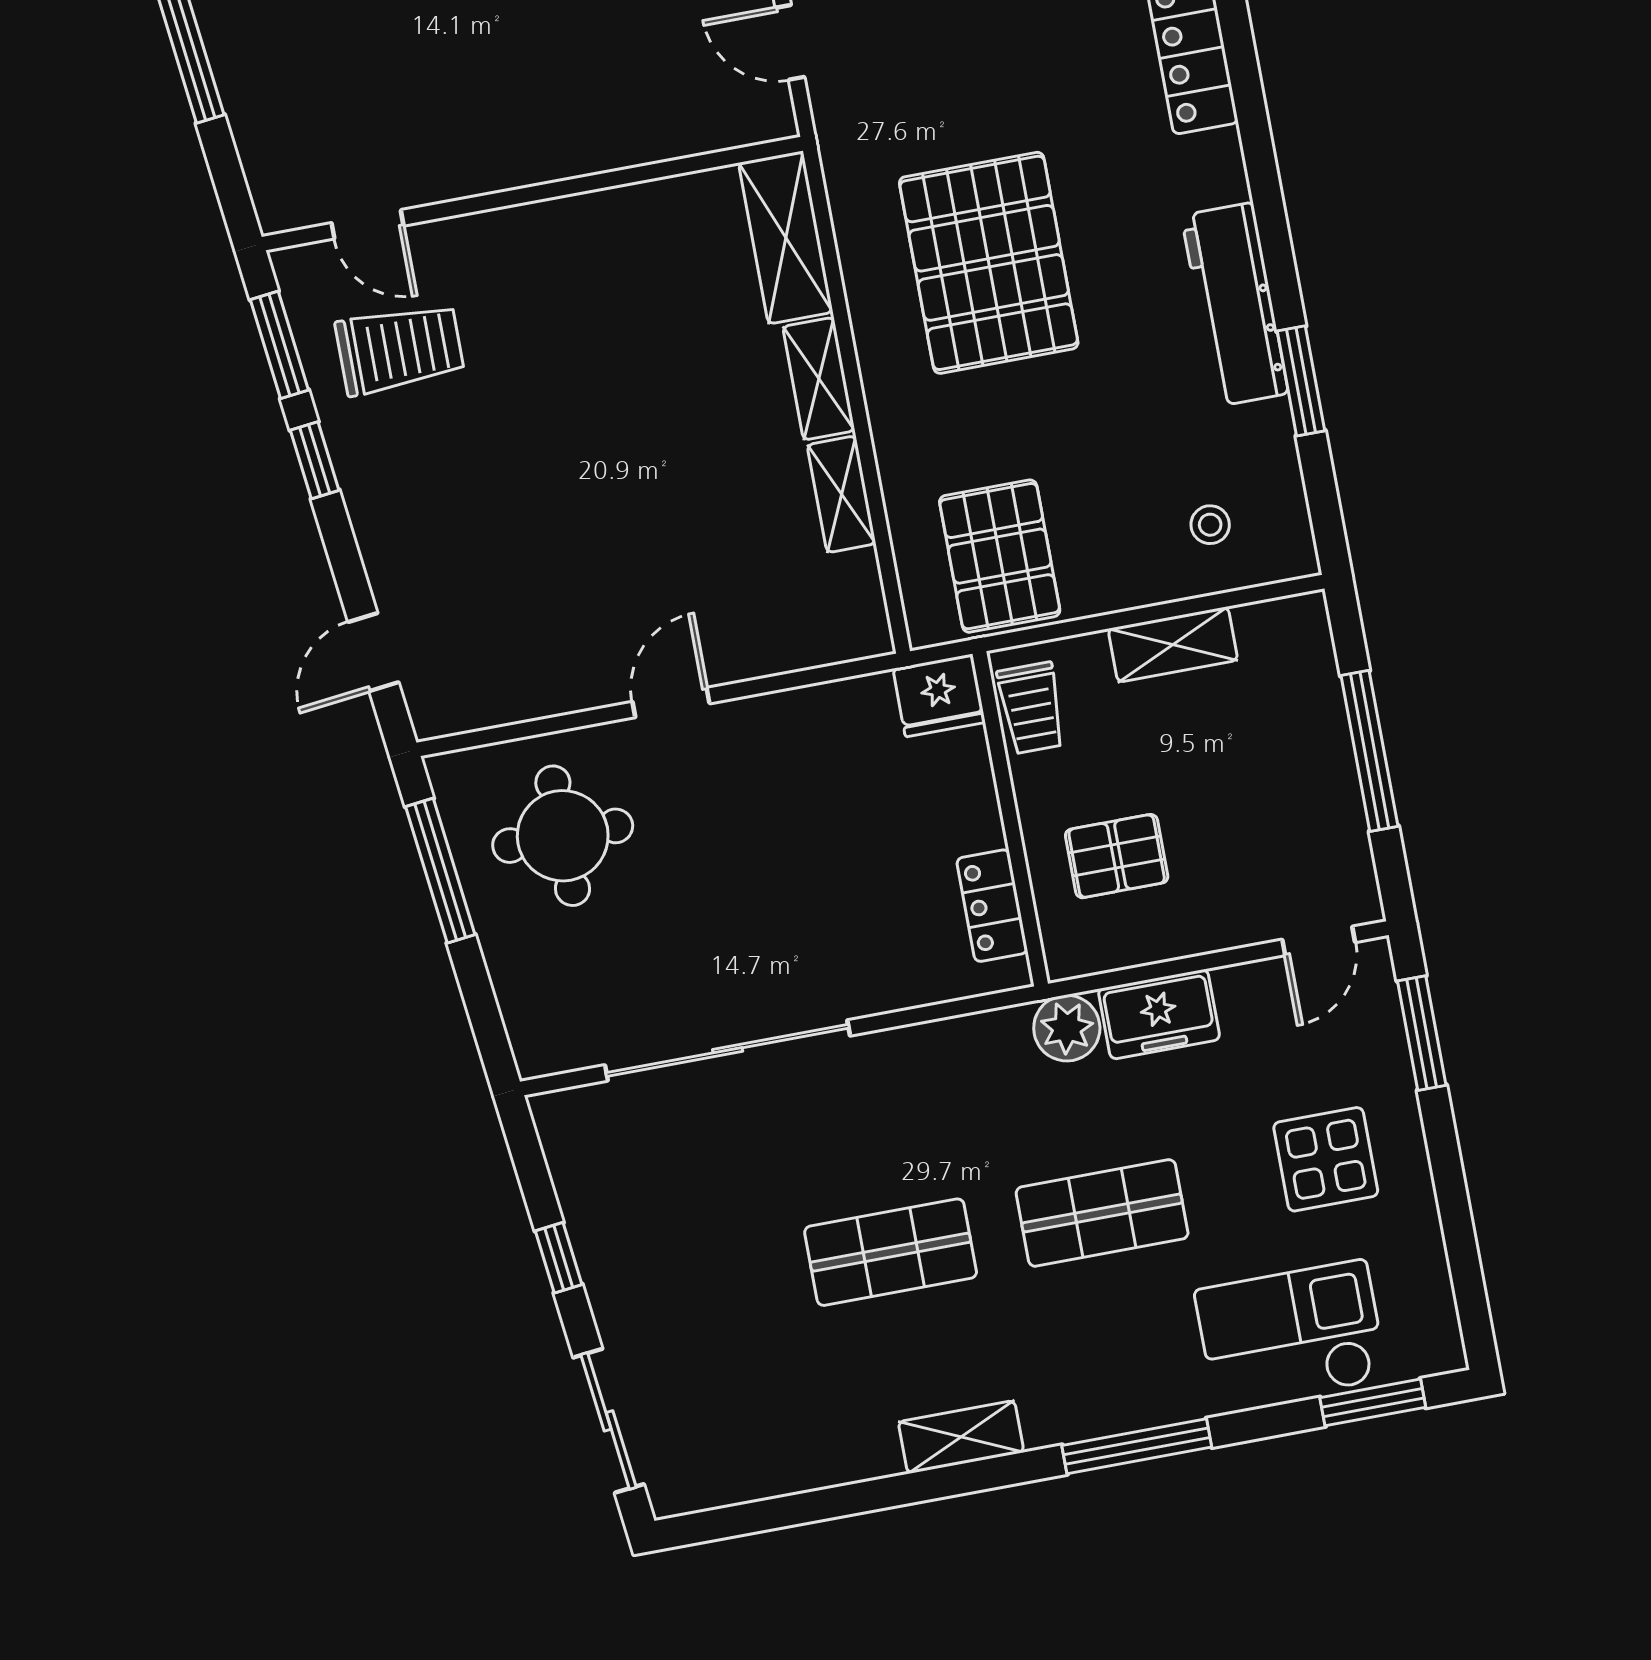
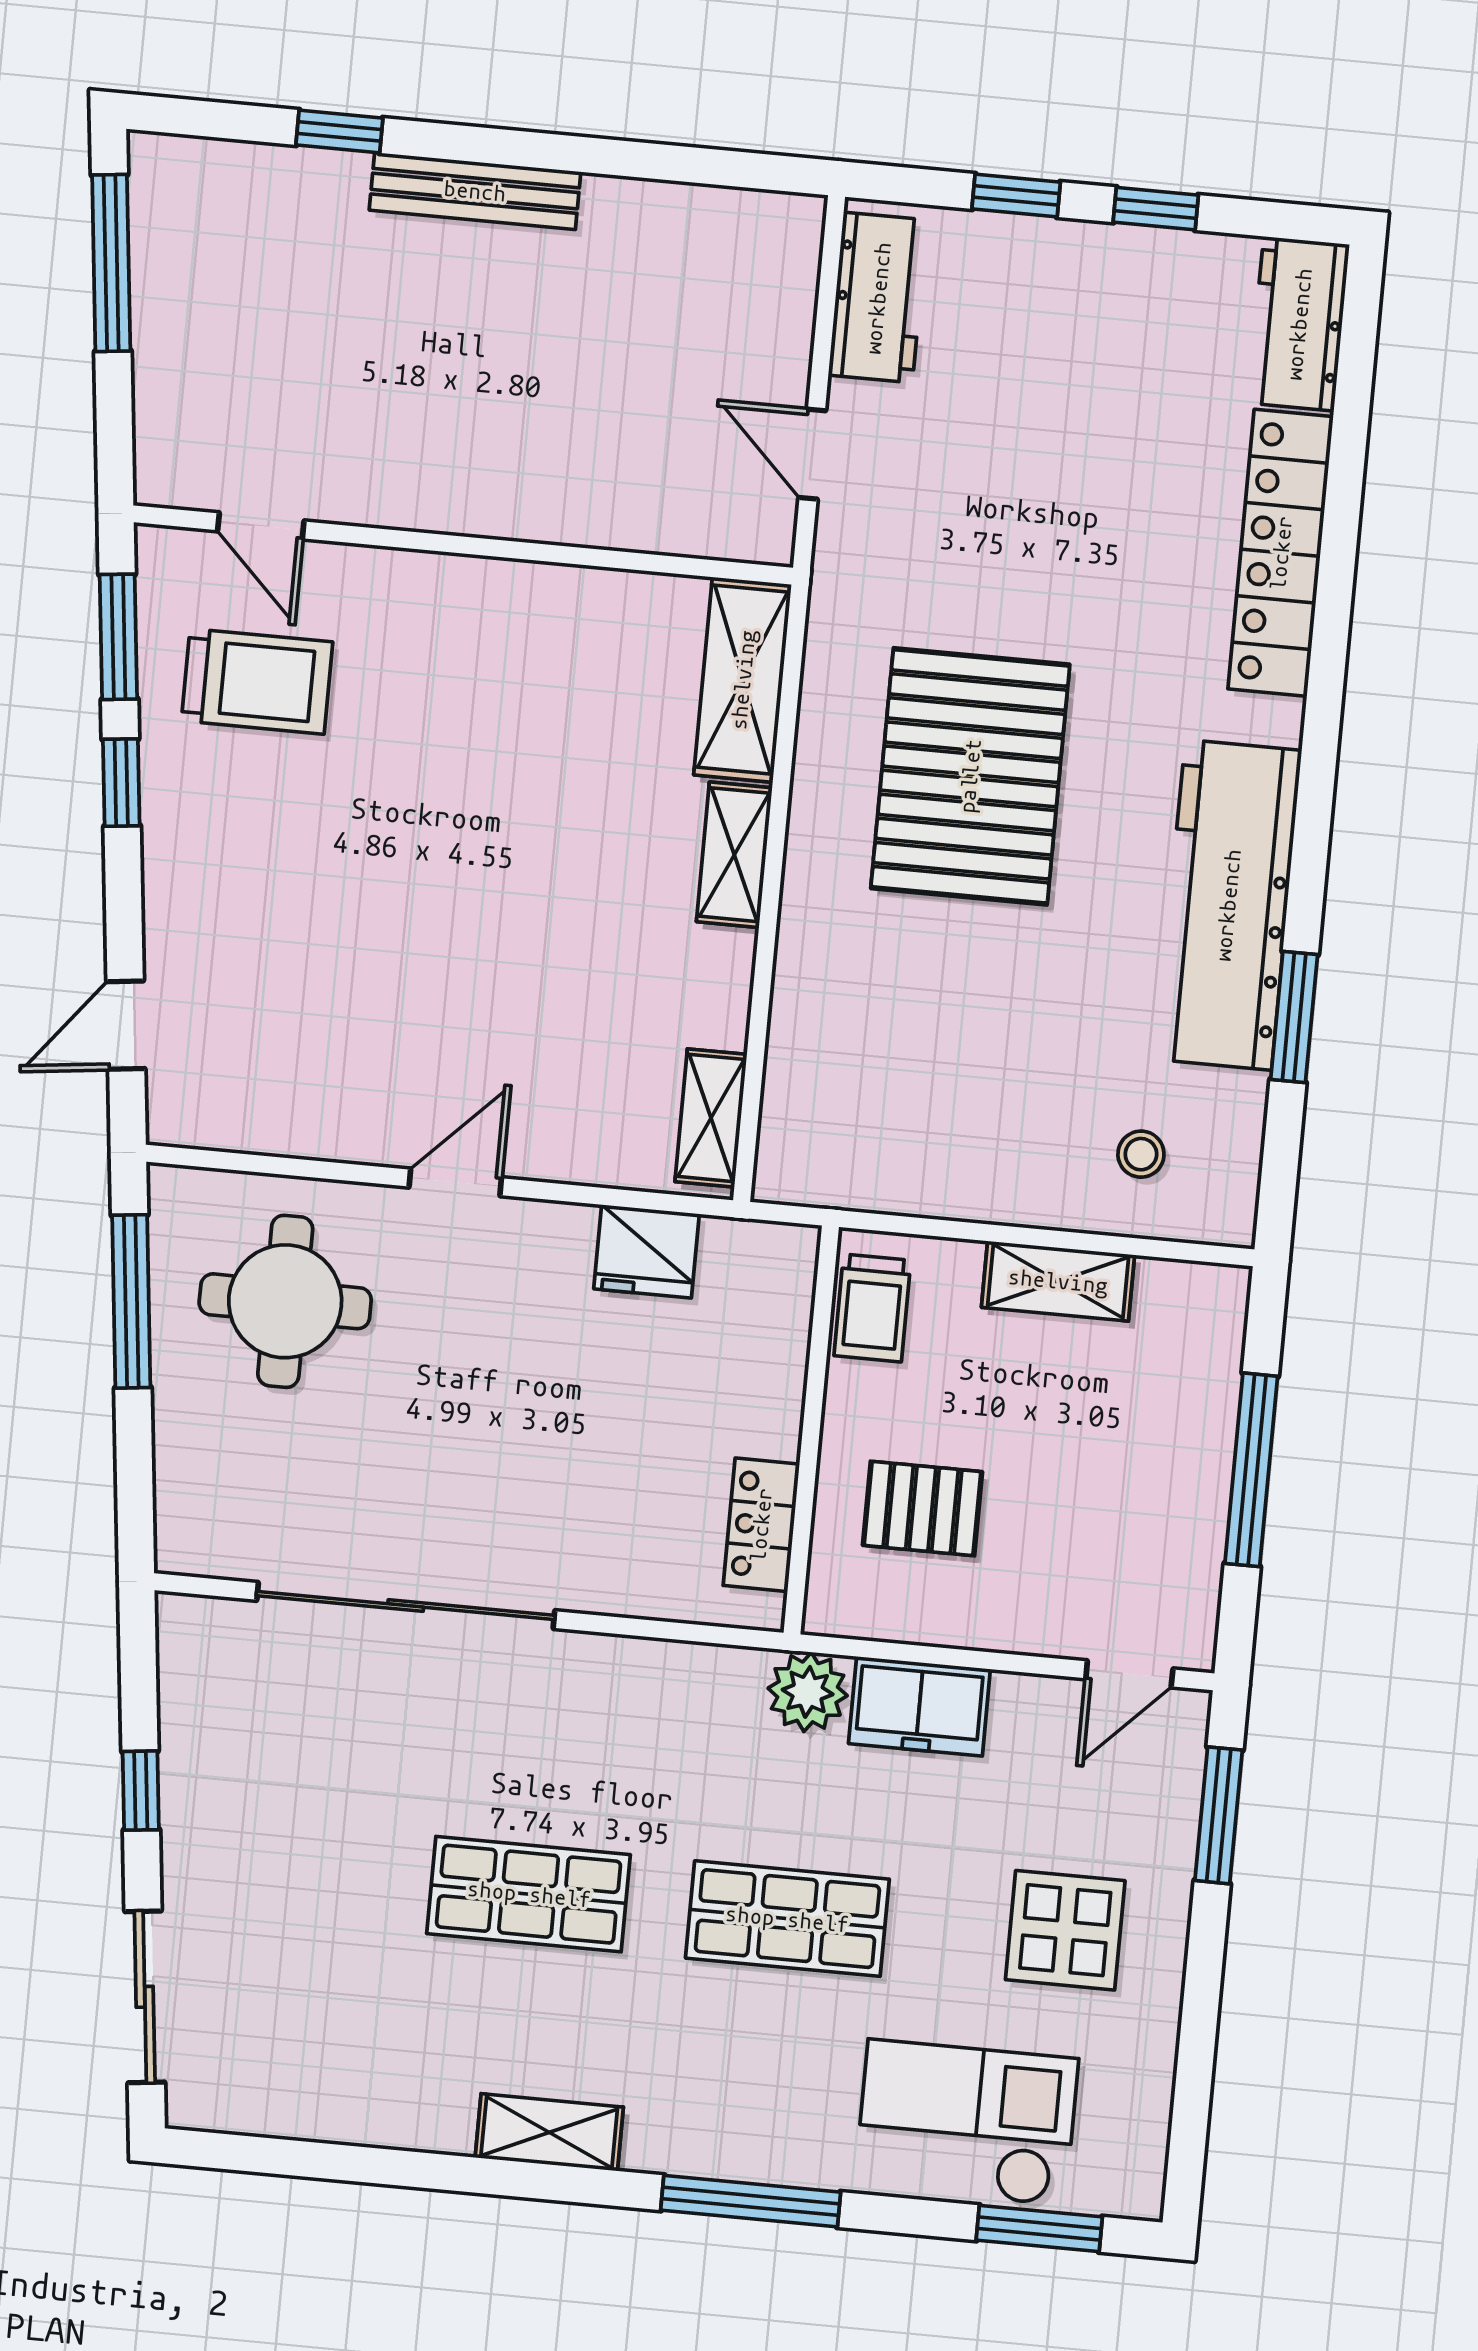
workbench: (1235, 304) -> (1228, 905), width x1.36, depth x1.32
shelving: (841, 494) -> (711, 1118), moved
pallet: (1000, 556) -> (886, 1121), removed
fridge: (939, 695) -> (647, 1251), moved

